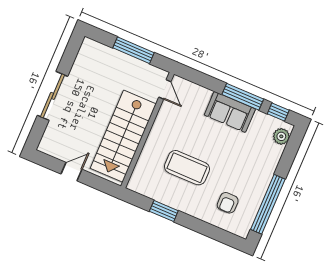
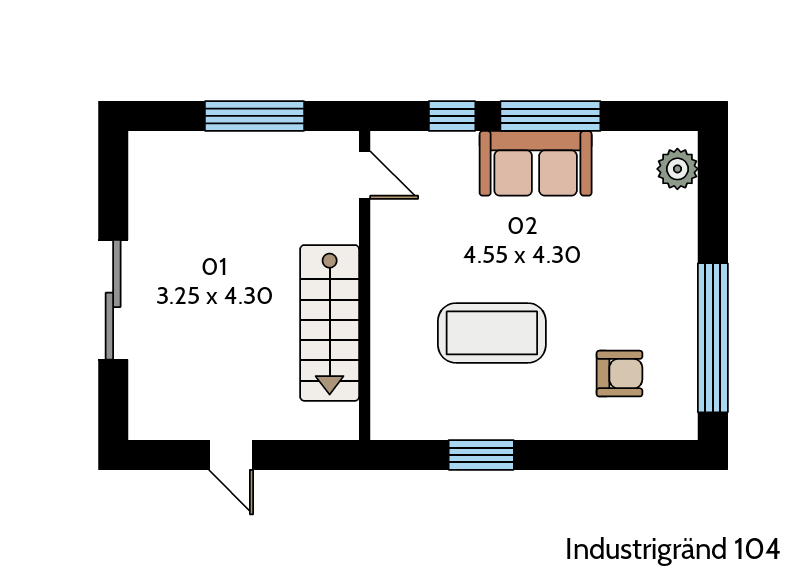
window: (278, 112) -> (452, 116), moved
stairs: (123, 136) -> (330, 323), width x0.73, depth x0.66
door: (72, 172) -> (231, 455), swing flipped
armchair: (228, 203) -> (619, 374), turned -90

